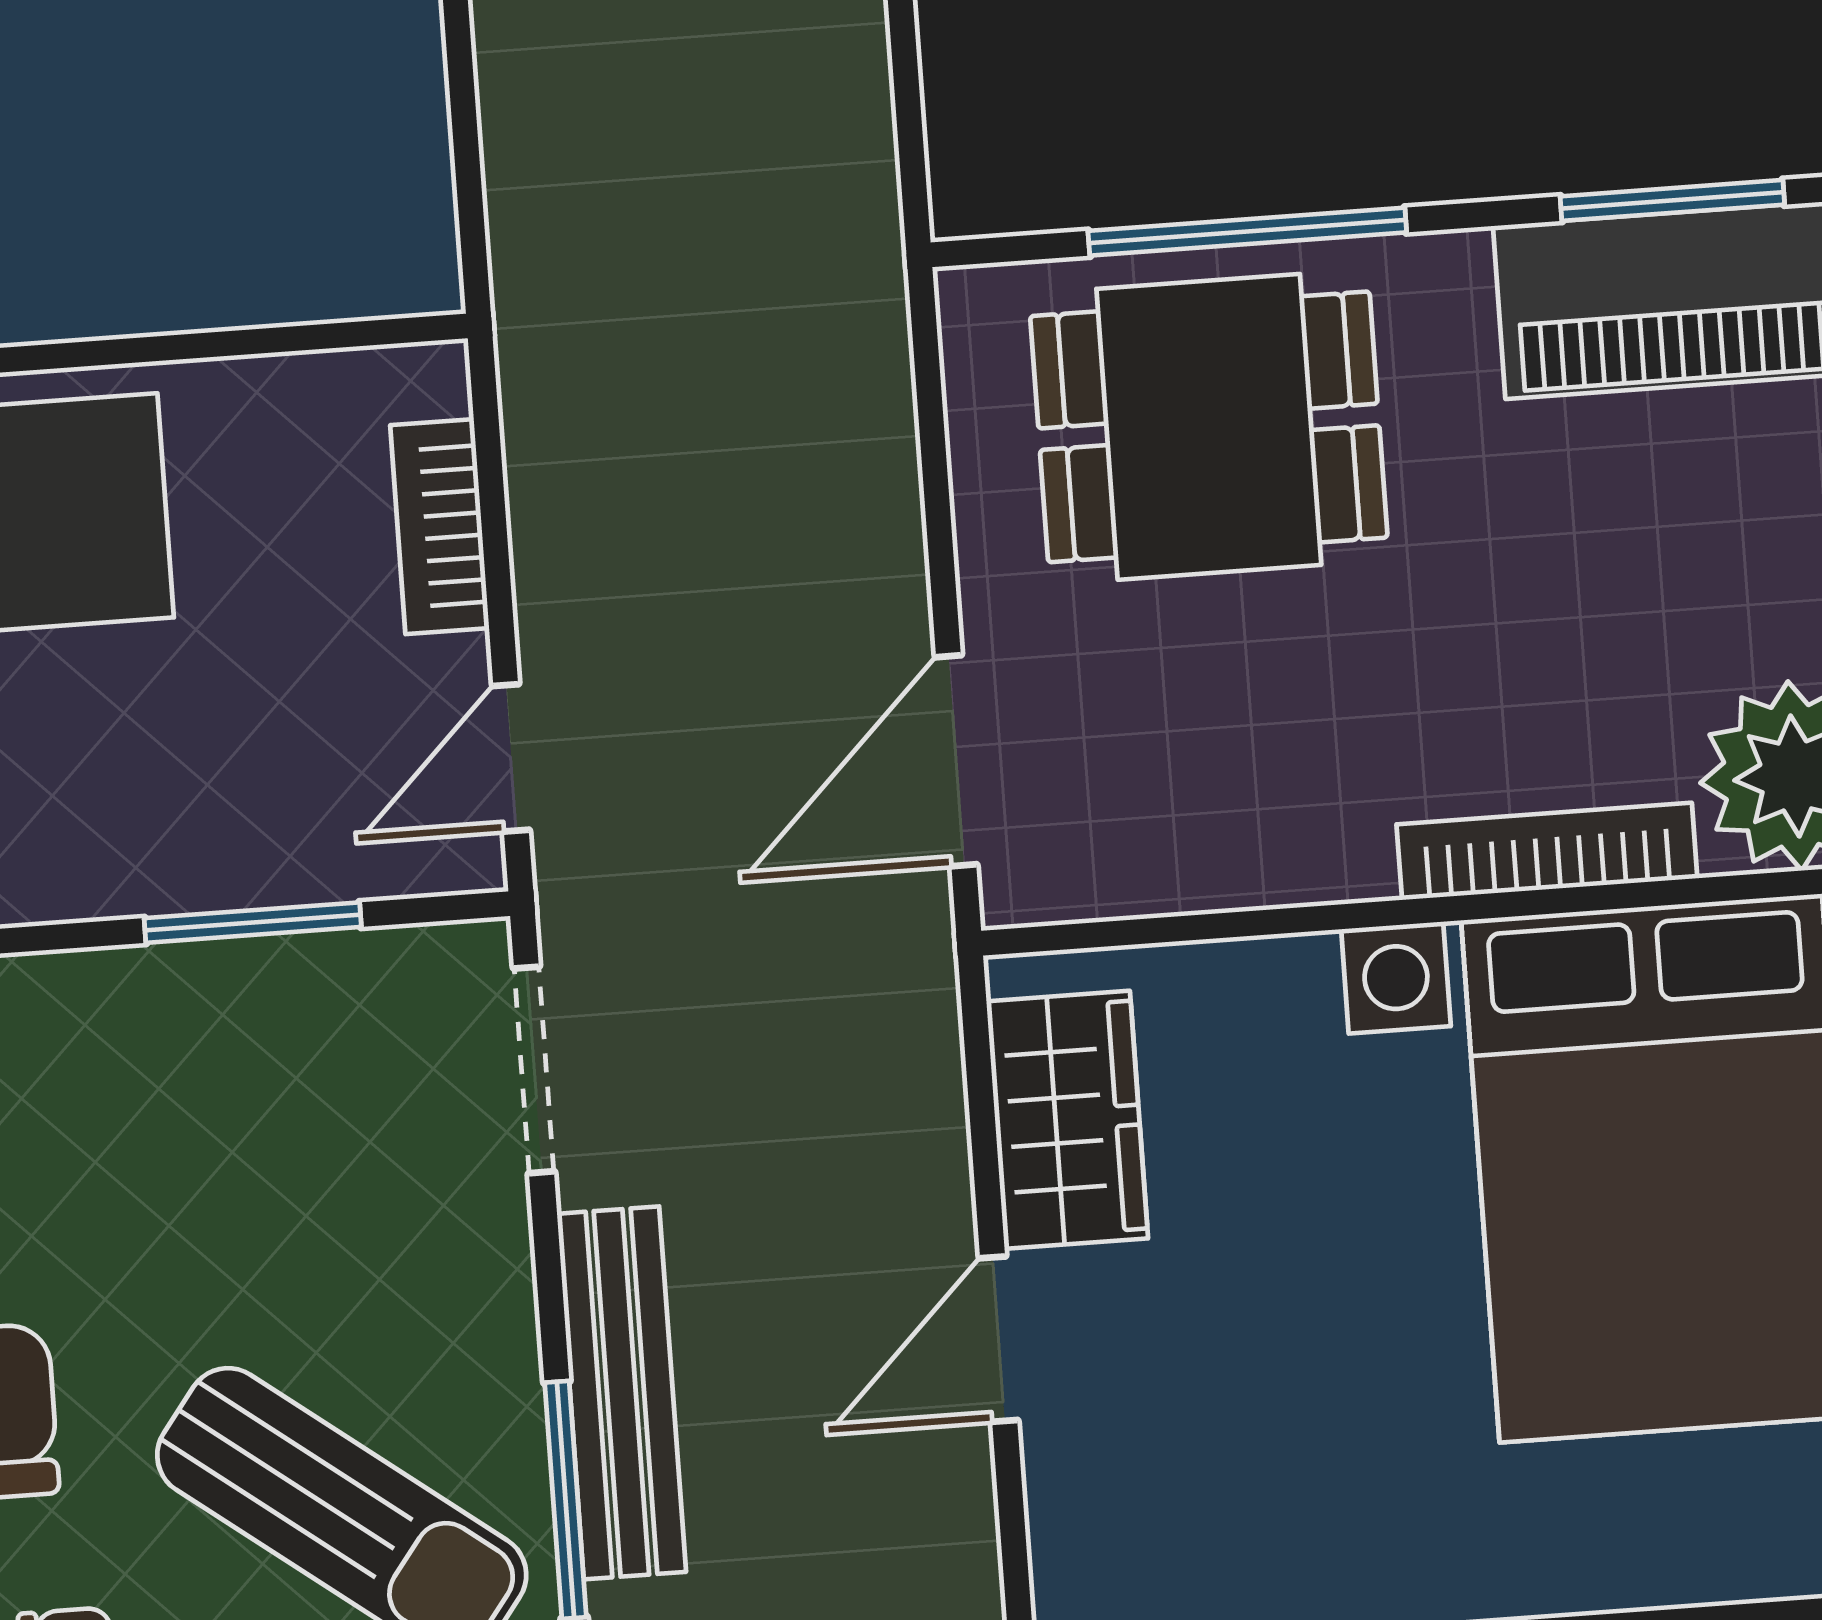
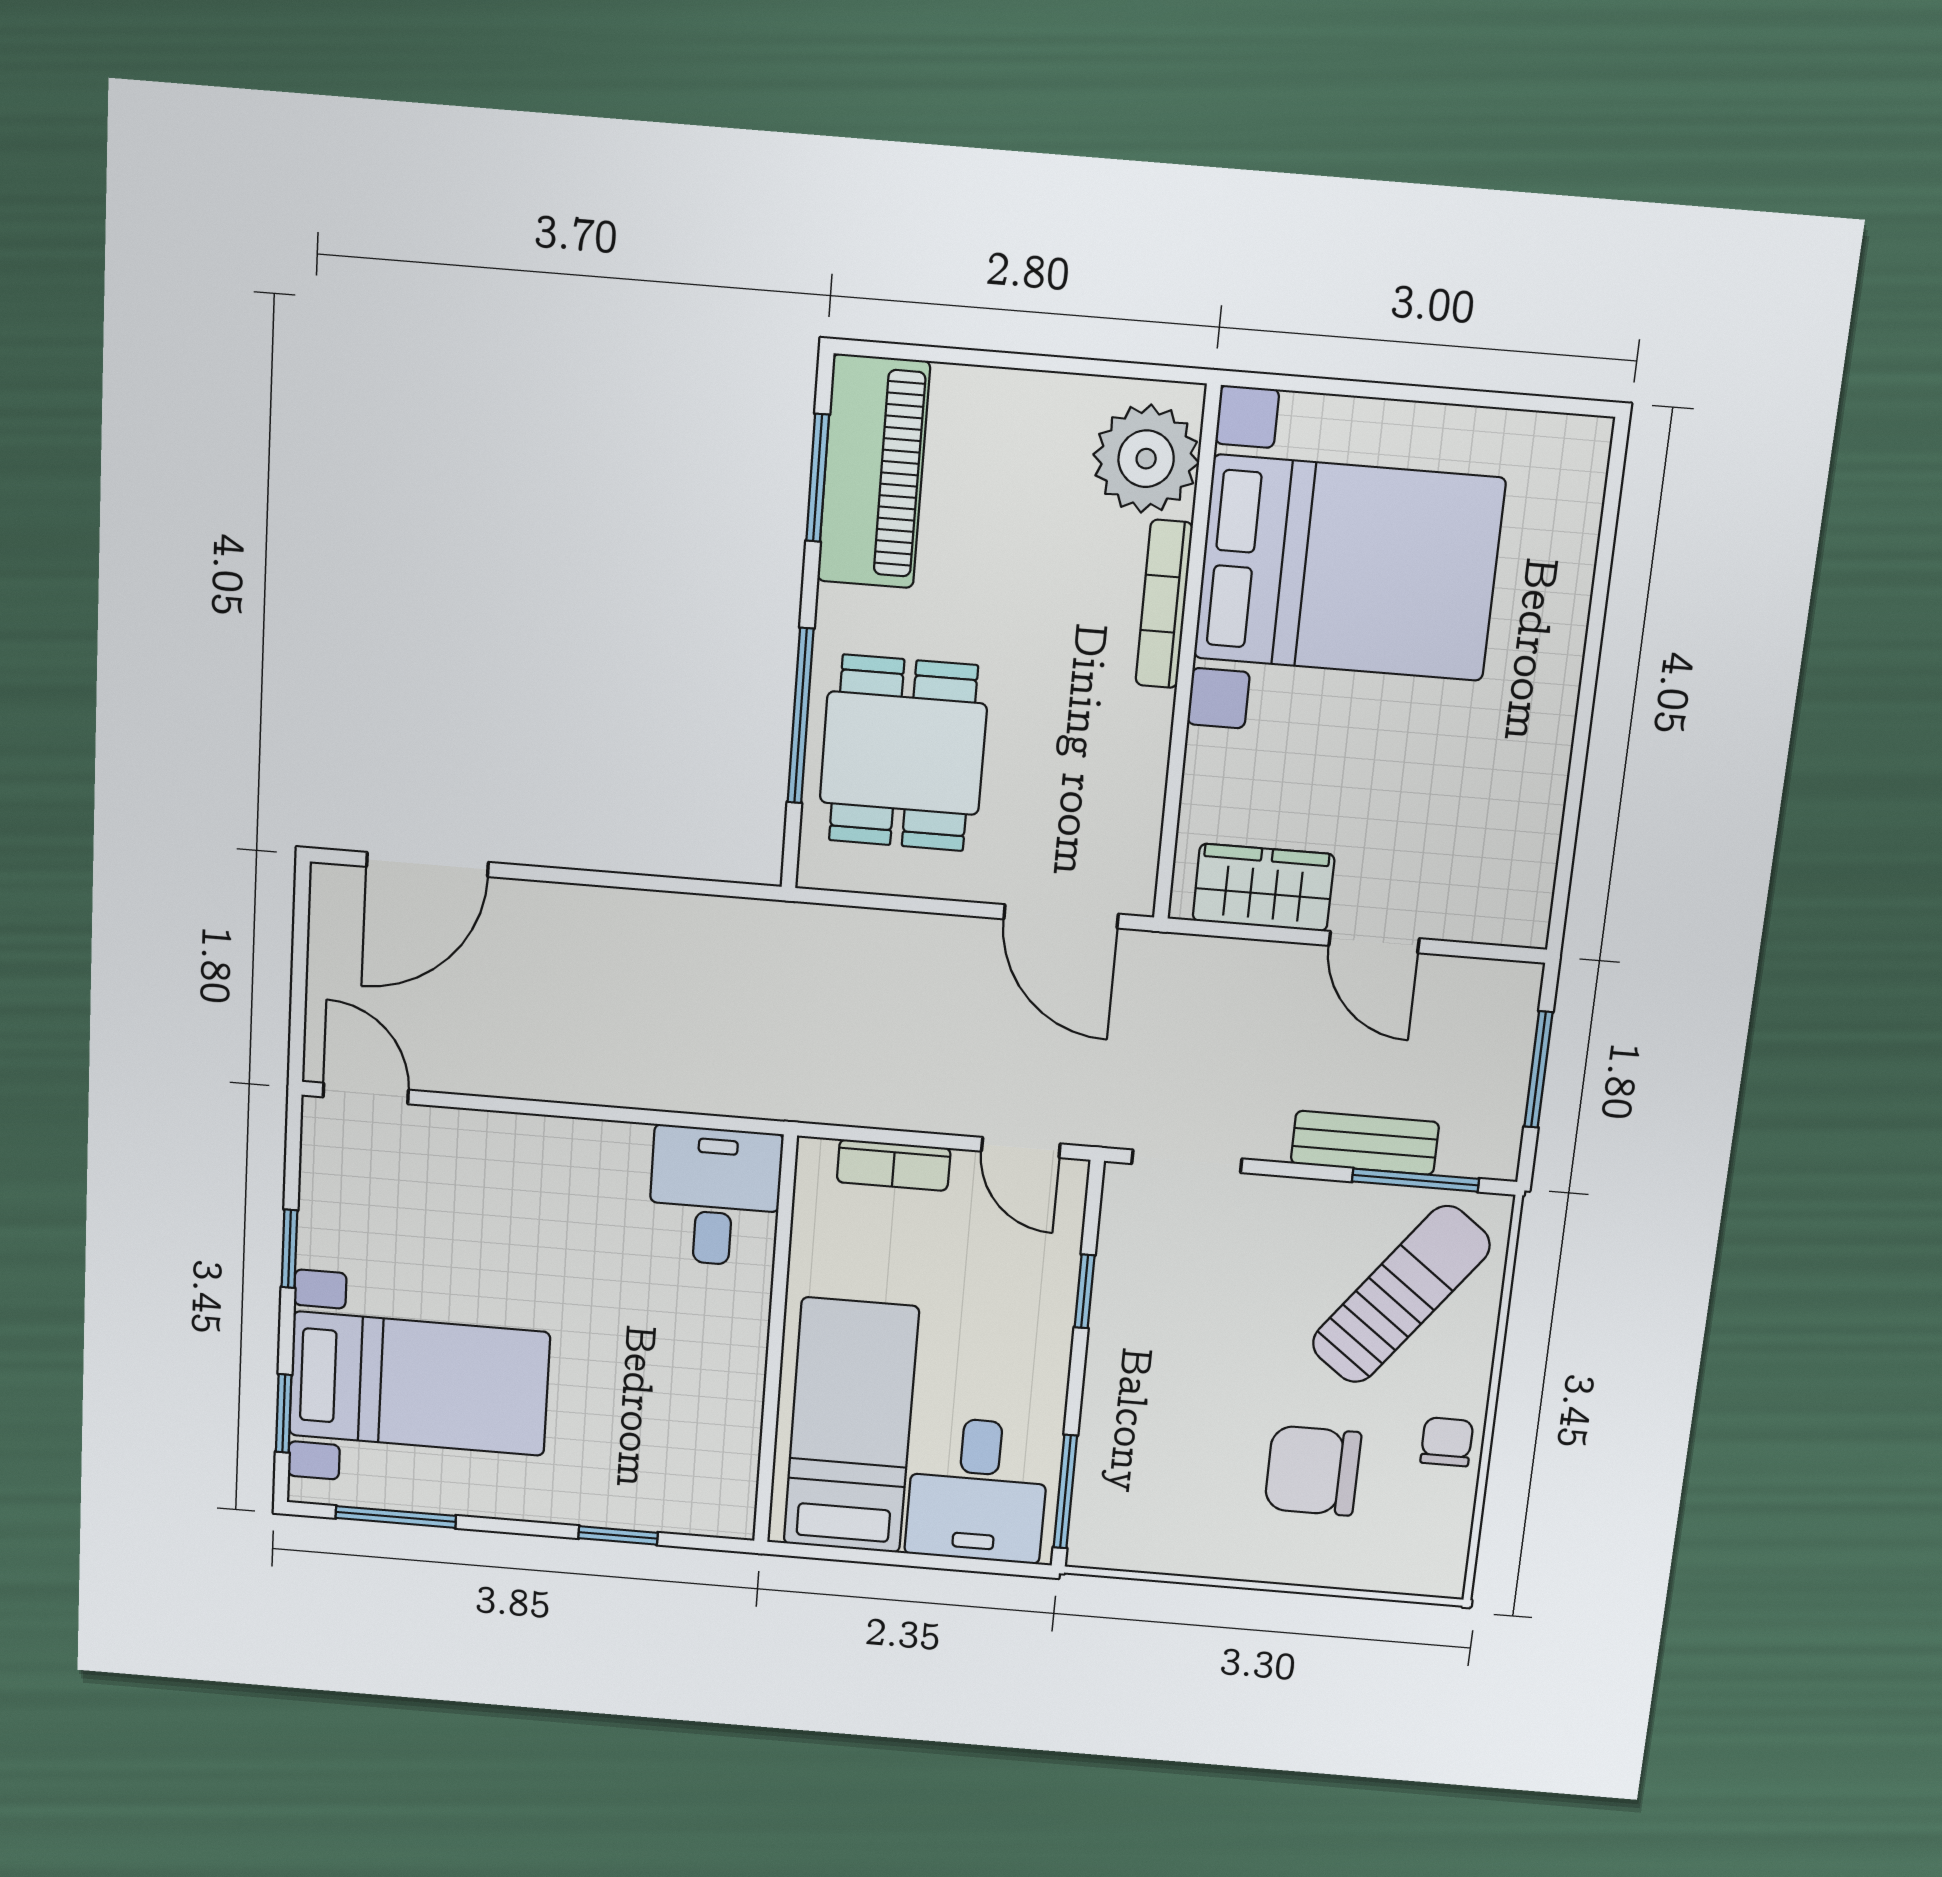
desk: (326, 202) -> (715, 1197), added
window: (253, 923) -> (1085, 1291), width x0.67
bench: (621, 1393) -> (1365, 1143), width x0.73

